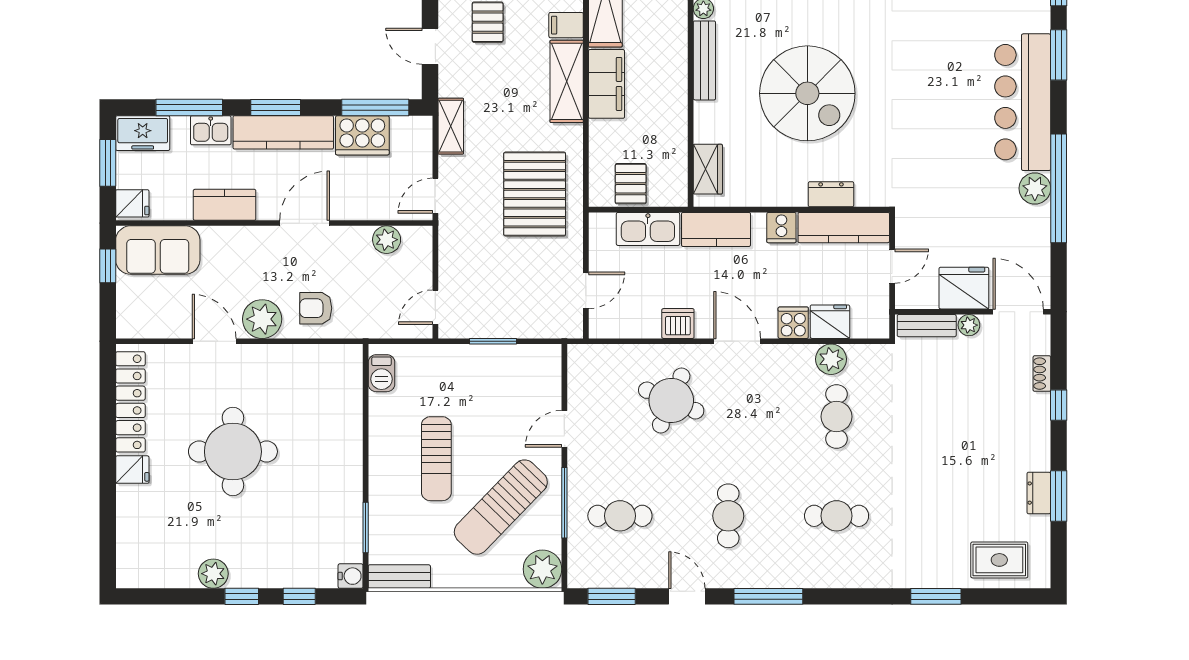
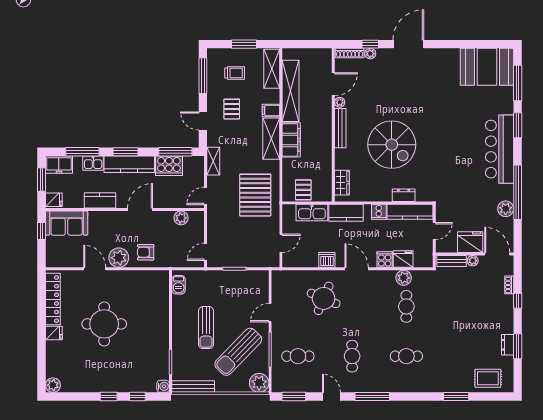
plant: (1035, 188) -> (506, 209), moved
plant: (213, 574) -> (53, 385), moved
bench: (399, 577) -> (193, 387), width x1.36

